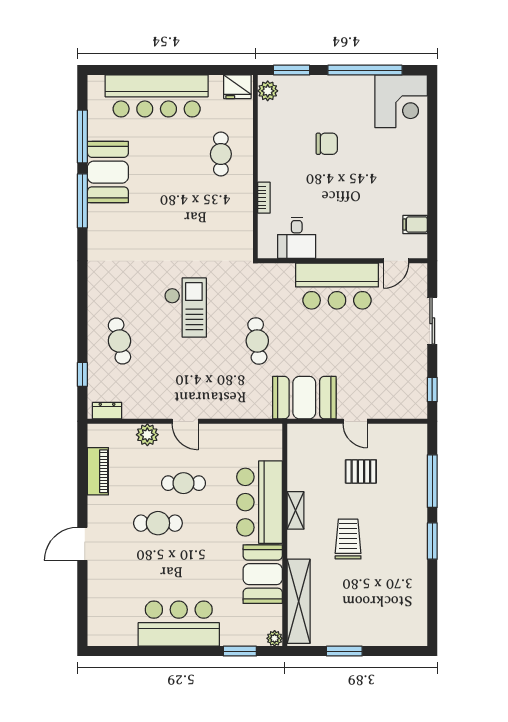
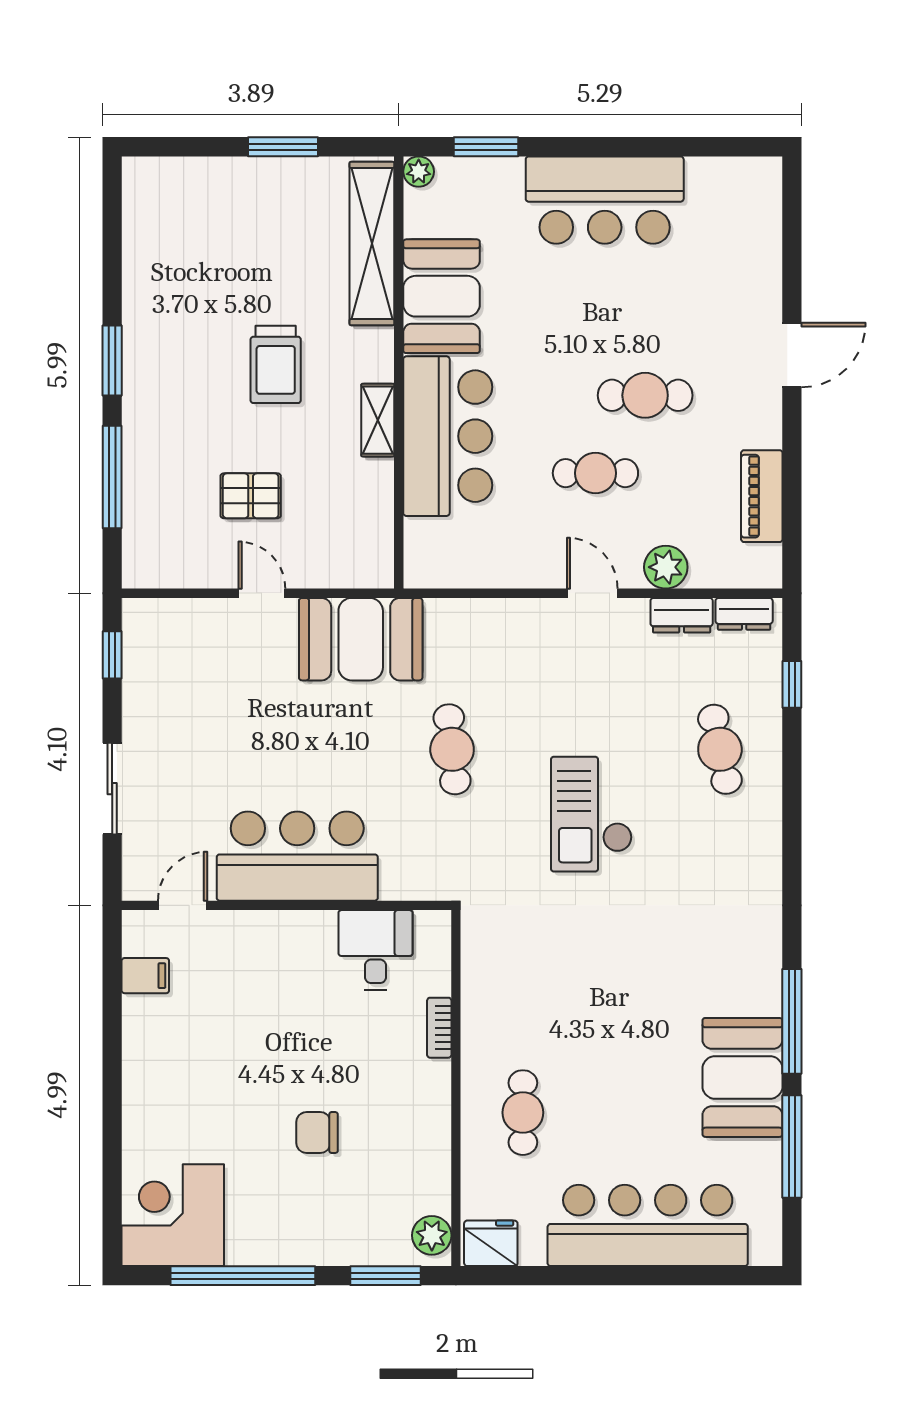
dresser: (139, 410) -> (682, 615), added

